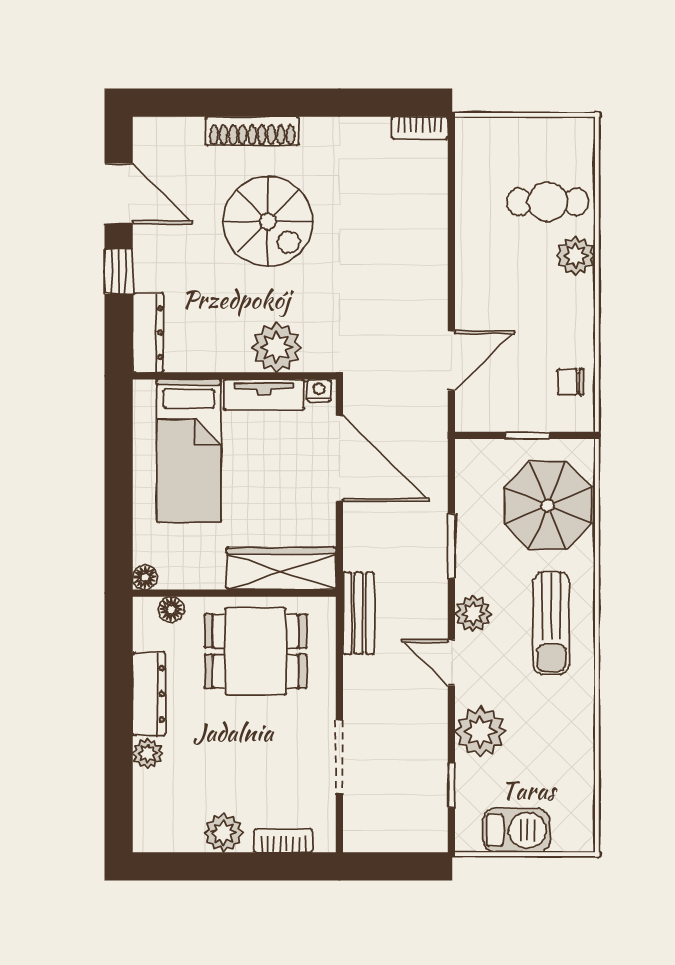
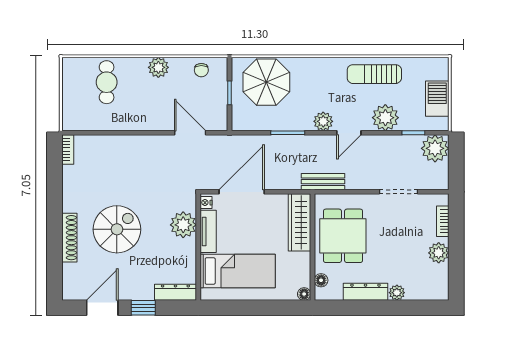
plant: (576, 256) -> (158, 67), moved
sun lounger: (551, 623) -> (374, 74), moved, turned 180
plant: (422, 826) -> (435, 148), added

